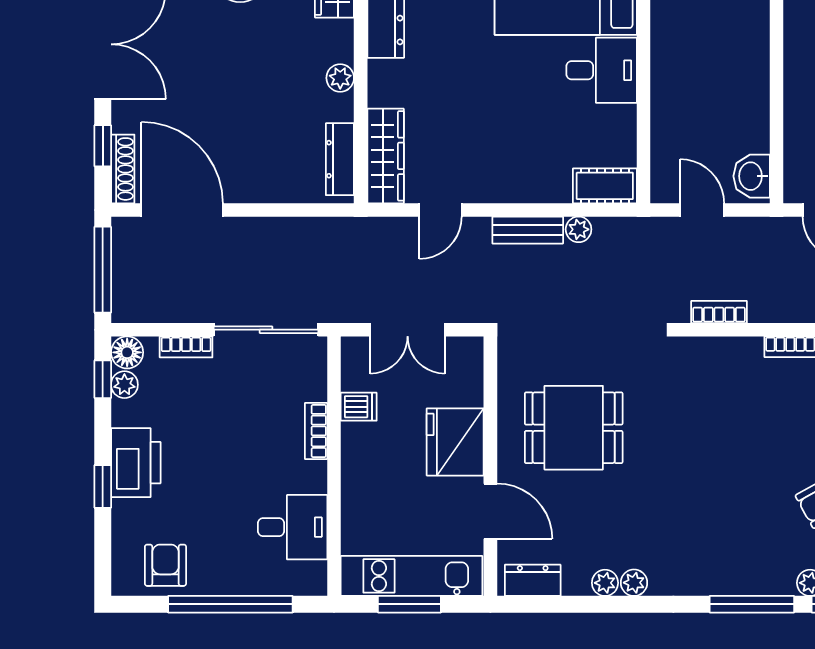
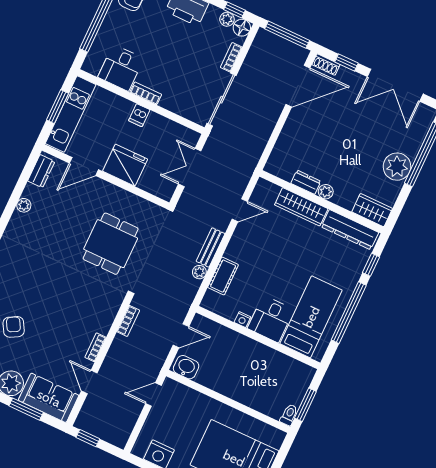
nightstand: (625, 118) -> (242, 320), added
wardrobe: (386, 156) -> (301, 207), moved
dresser: (340, 159) -> (306, 182), moved, width x0.70
shoe rack: (123, 169) -> (326, 65), width x0.70
cot: (605, 186) -> (223, 276), moved
door: (441, 210) -> (240, 210), swing flipped
dishwasher: (359, 407) -> (139, 115), moved
dining table: (574, 428) -> (111, 244), moved
bookcase: (316, 431) -> (146, 93), moved
plant: (634, 583) -> (17, 219), removed

